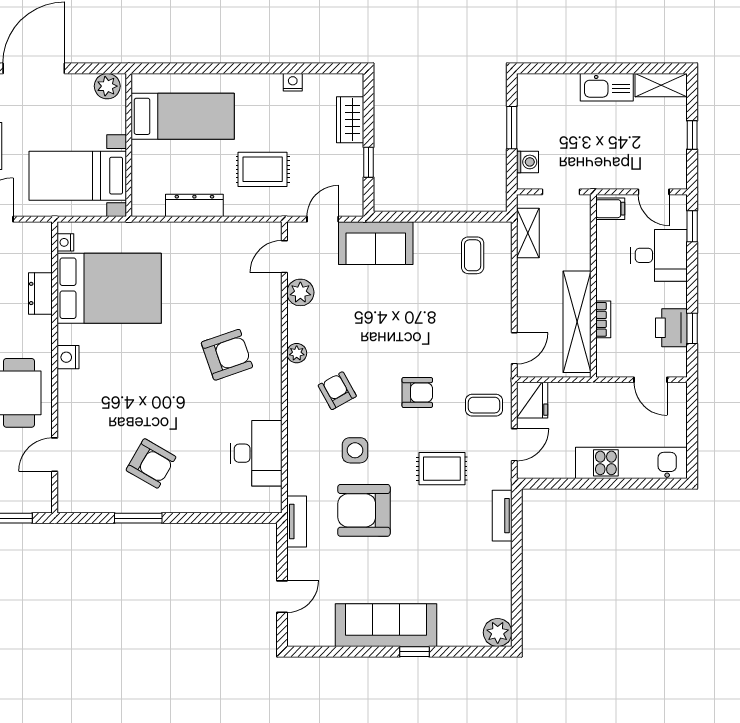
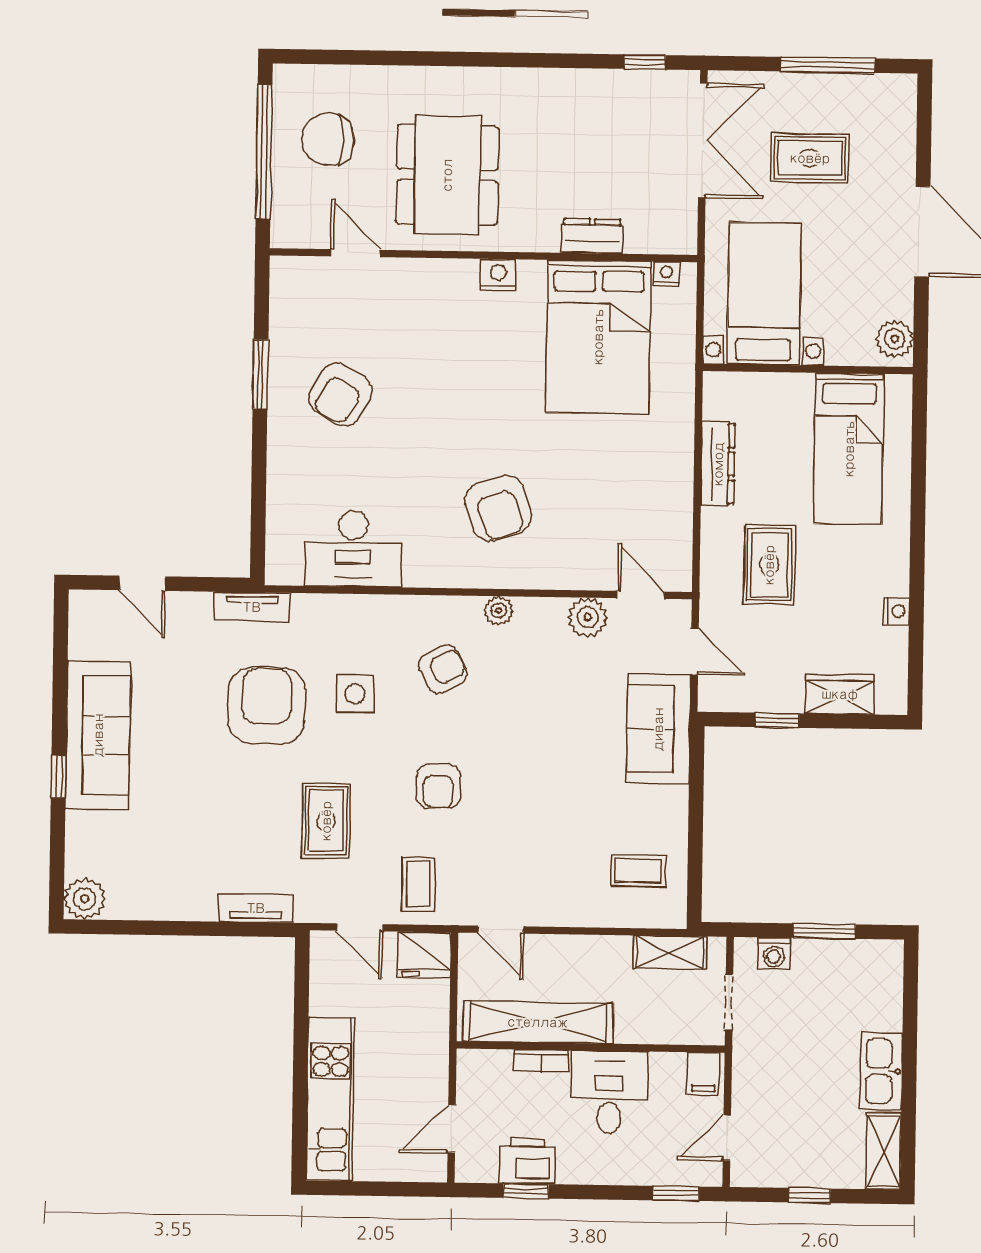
desk: (659, 255) -> (609, 1092), moved, turned 180

